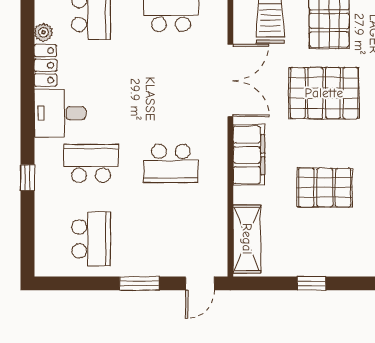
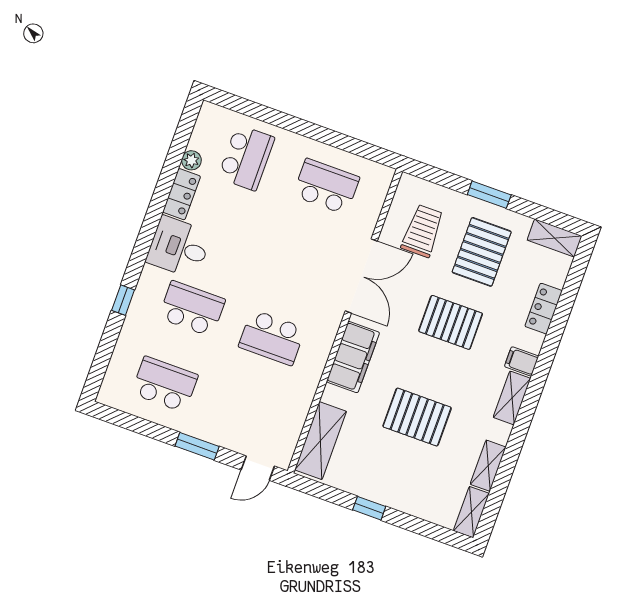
pallet: (324, 93) -> (451, 322), width x0.73, depth x0.71
school desk: (91, 239) -> (165, 384), turned -90

